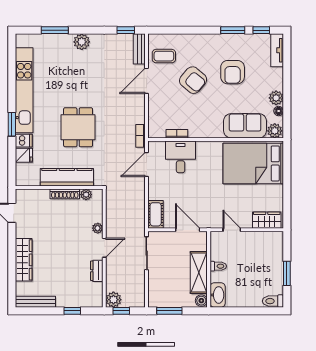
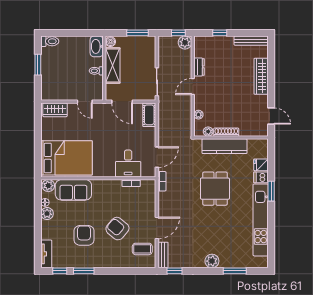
plant: (98, 228) -> (198, 115), moved

